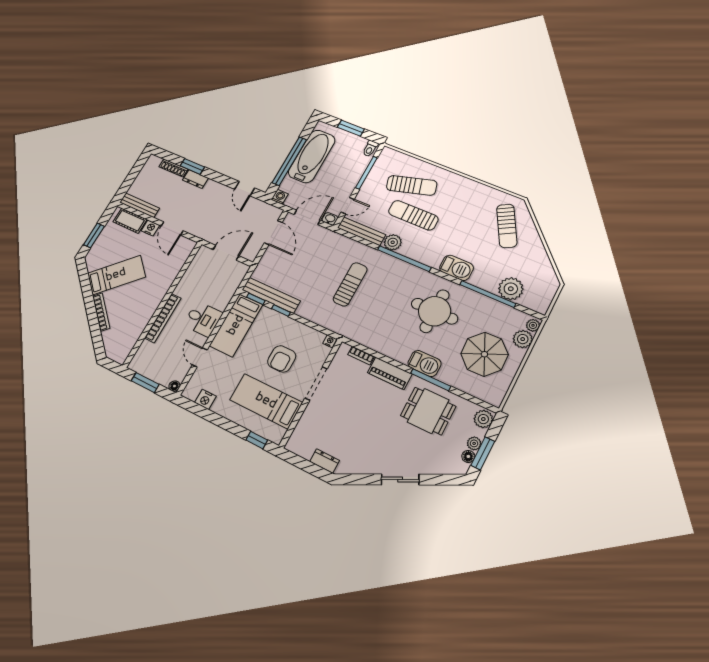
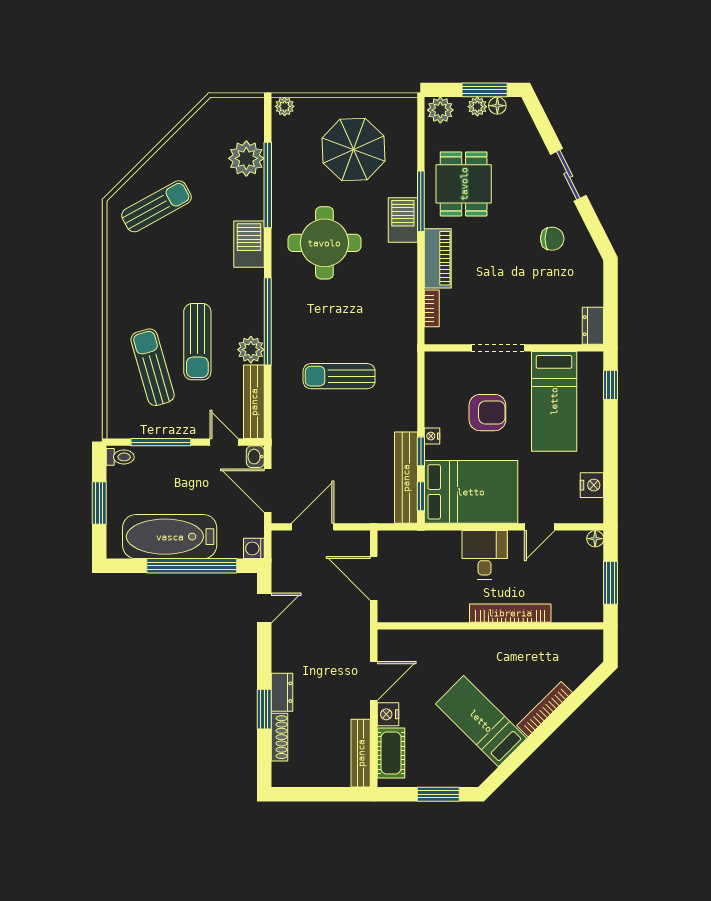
bed: (236, 325) -> (471, 492), width x1.50
plant: (523, 339) -> (310, 111), removed
nightstand: (330, 341) -> (432, 436), moved
chair: (365, 449) -> (552, 239), added
dresser: (325, 461) -> (593, 326), moved

